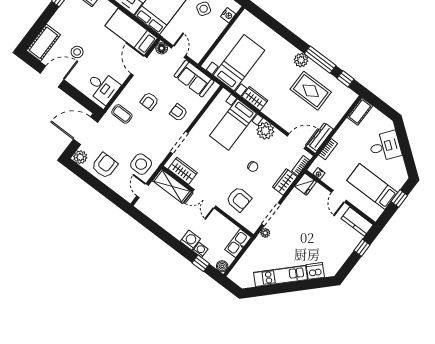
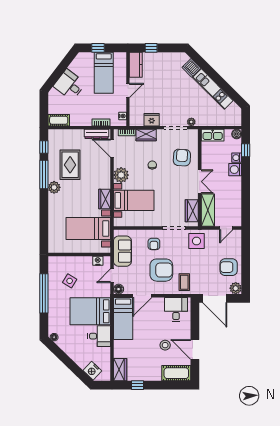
nightstand: (228, 15) -> (98, 261), moved
armchair: (149, 101) -> (161, 270), width x1.88, depth x1.88
side table: (141, 164) -> (196, 241), moved
fridge: (306, 184) -> (152, 120), moved

